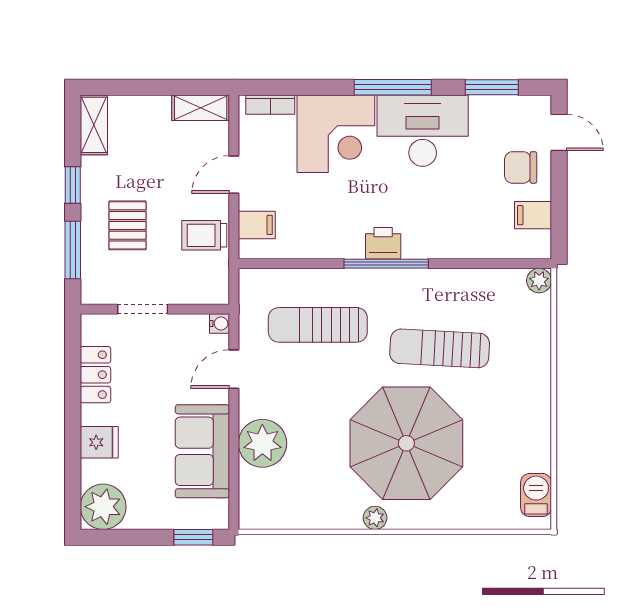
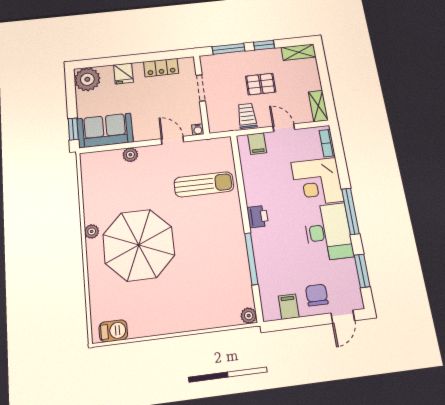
pallet: (128, 225) -> (261, 84), moved
window: (386, 264) -> (251, 259), moved
sun lounger: (318, 325) -> (204, 184), turned 90
sun lounger: (440, 348) -> (199, 258), removed
plant: (262, 443) -> (130, 155), width x0.53, depth x0.53
sofa: (202, 451) -> (105, 130), moved

